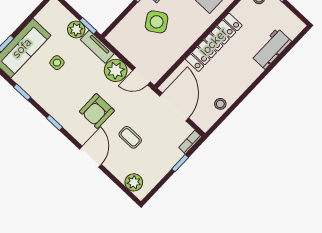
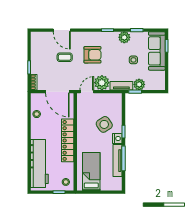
workbench: (271, 49) -> (39, 163), width x1.88, depth x1.32
armchair: (97, 111) -> (92, 55), turned 90
door: (90, 157) -> (62, 30), moved
plant: (134, 182) -> (124, 37), moved

